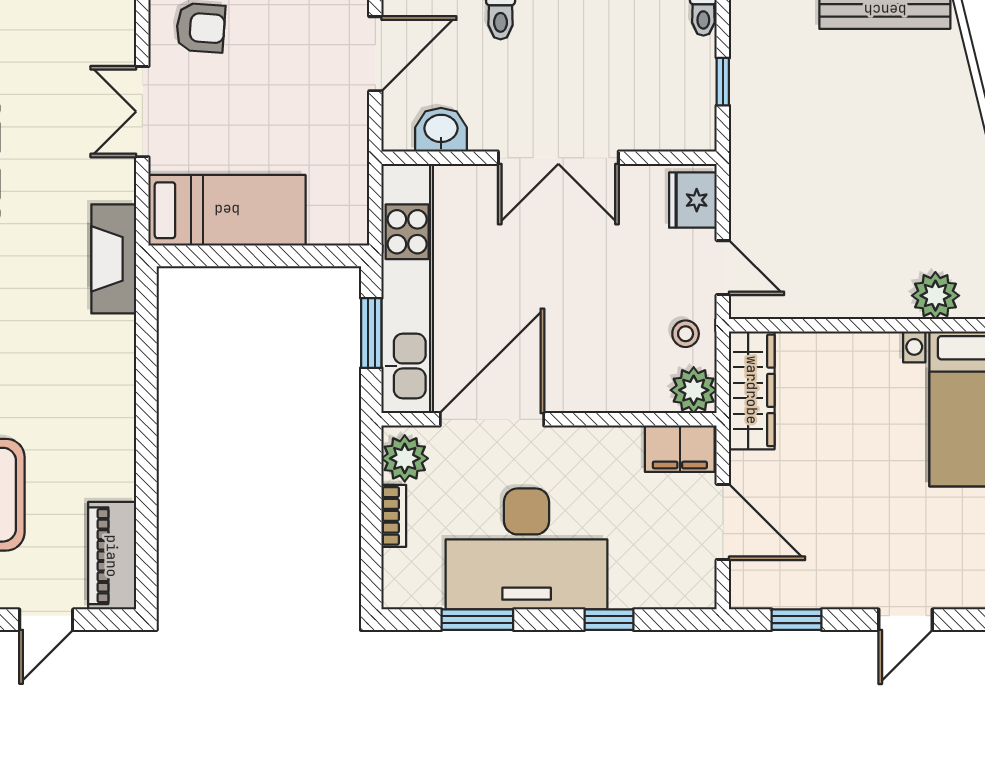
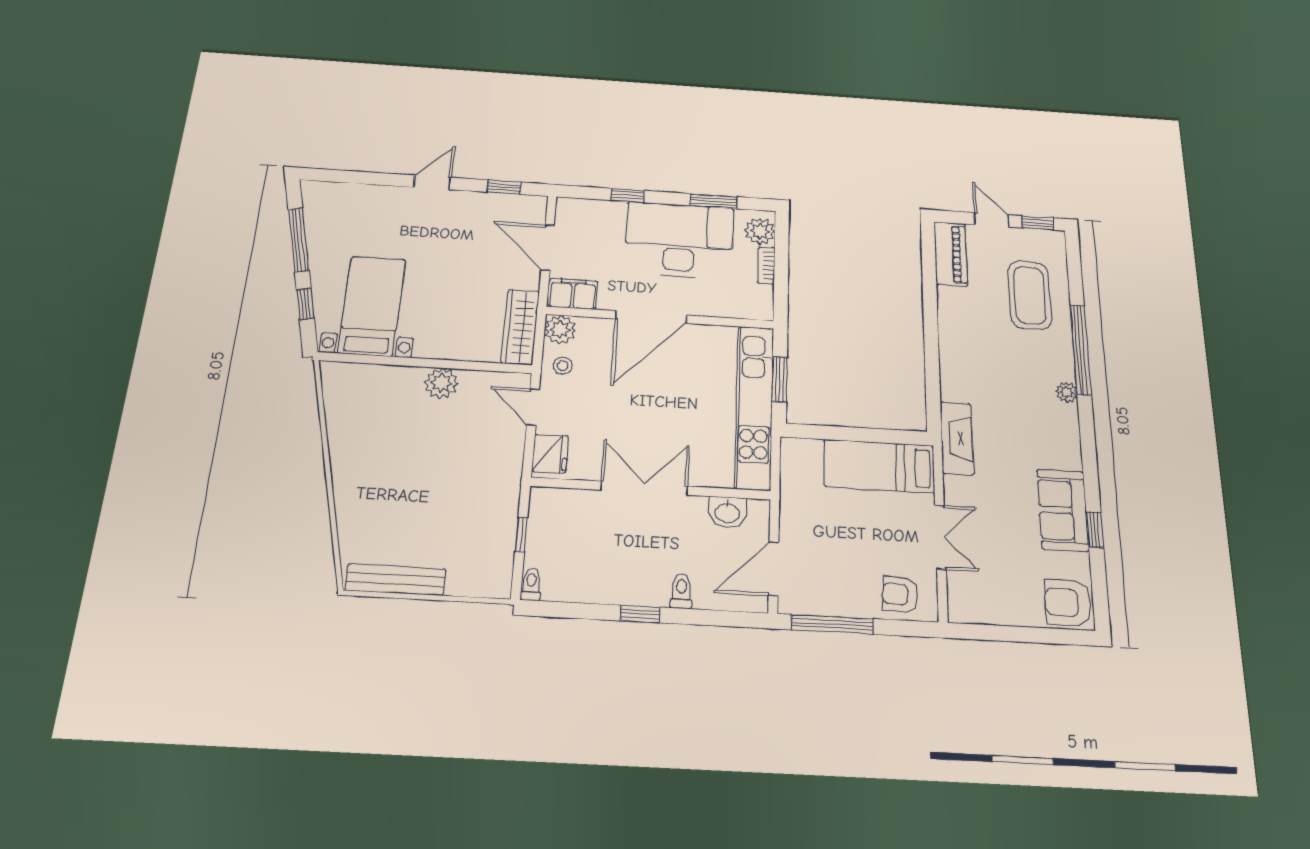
plant: (935, 296) -> (441, 383), moved
door: (492, 419) -> (651, 317), moved
plant: (405, 458) -> (760, 231), moved
door: (46, 620) -> (991, 220), hinge flipped

